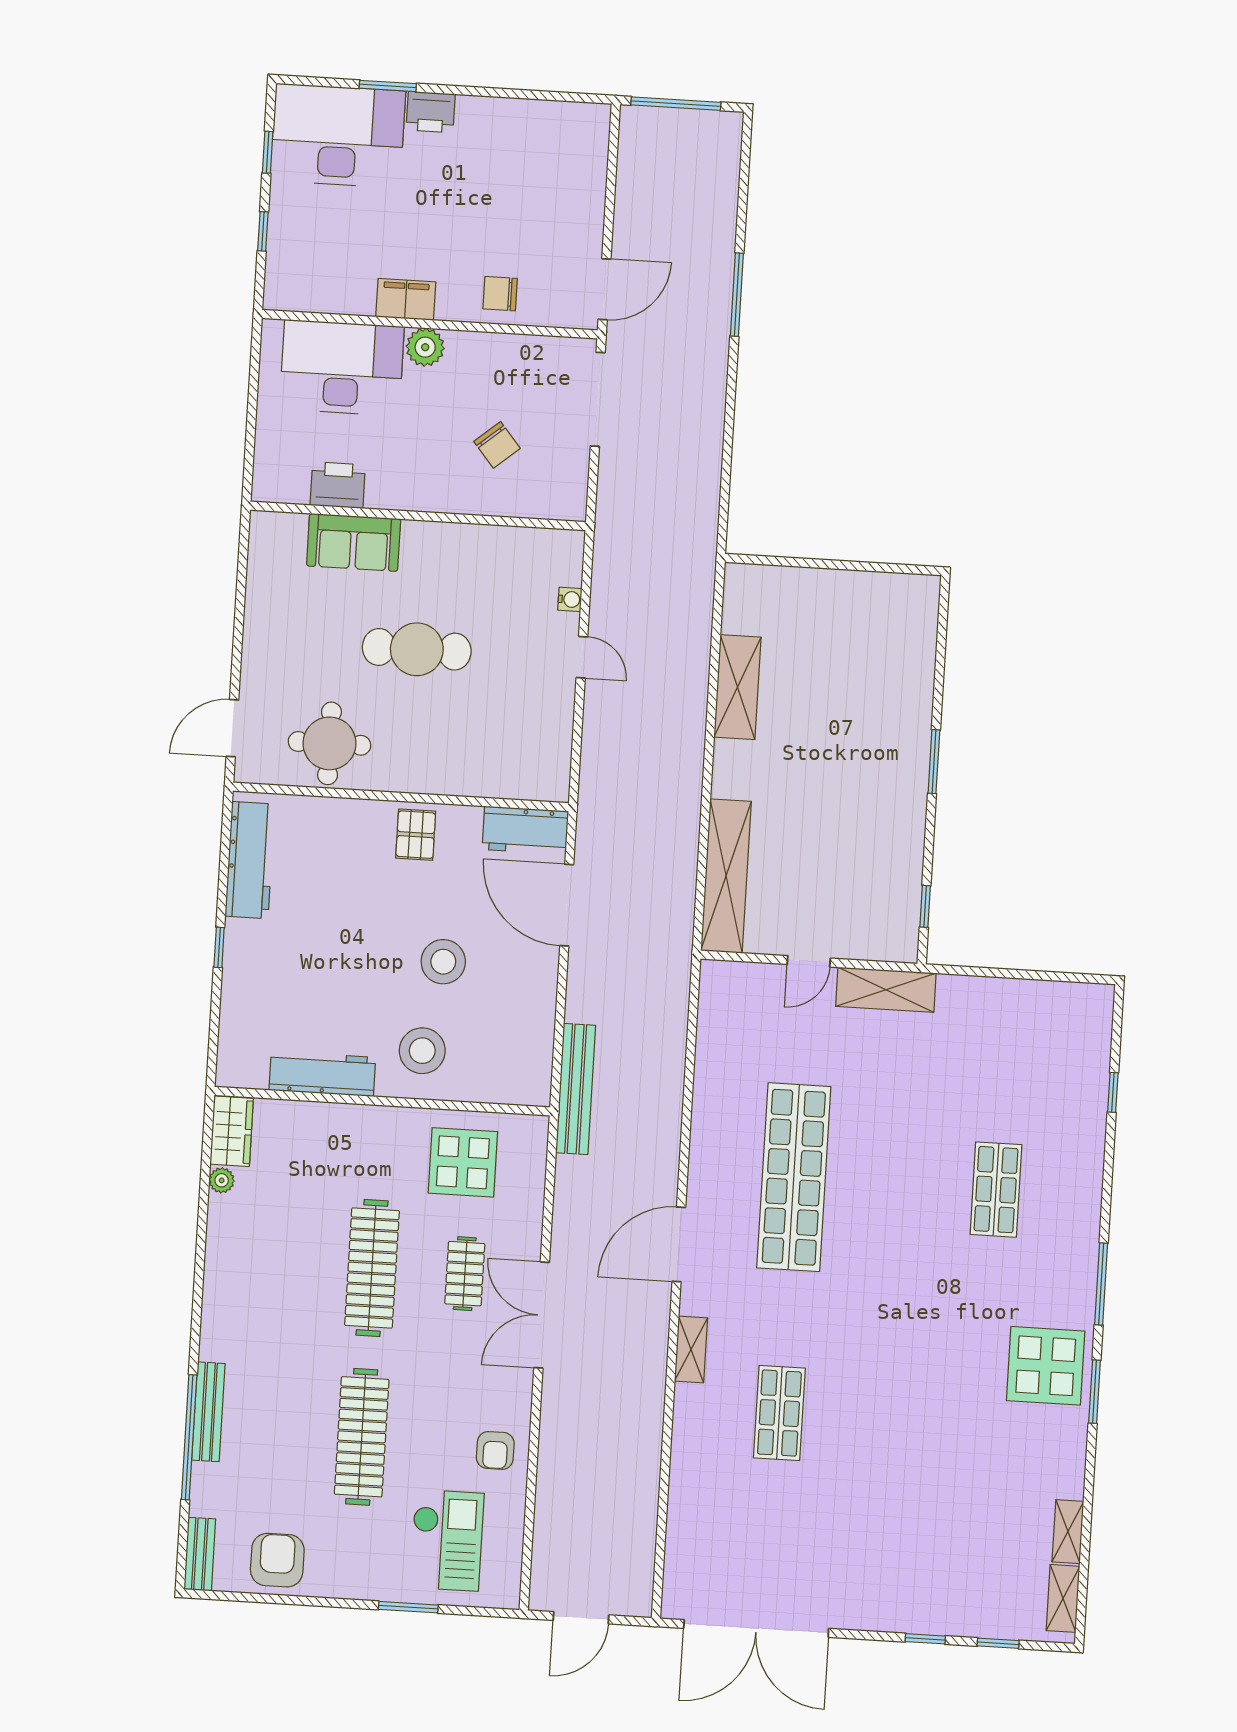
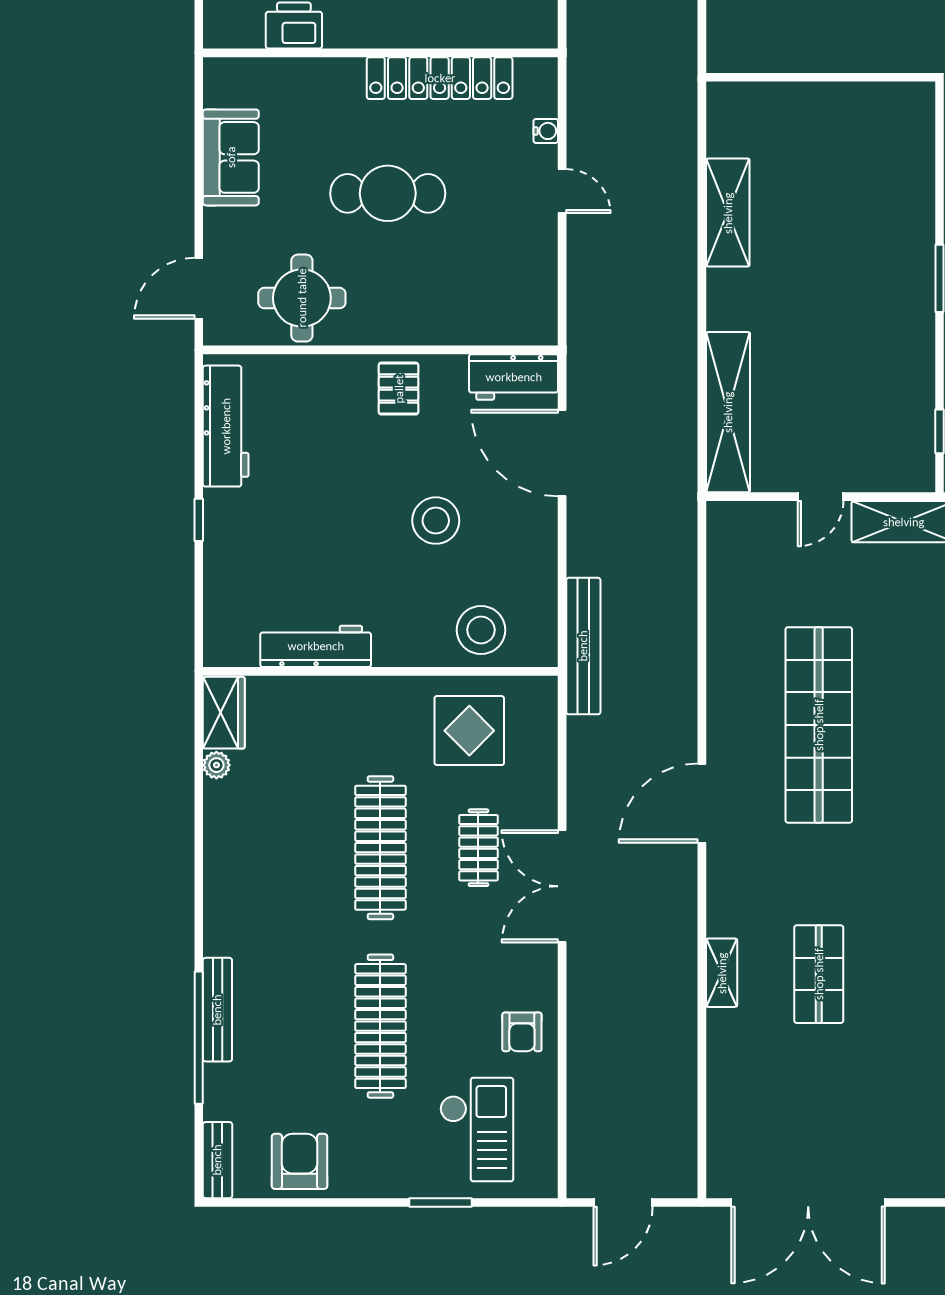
sofa: (354, 542) -> (231, 157), moved, turned -90
locker: (472, 543) -> (440, 78), added
stool: (422, 1051) -> (481, 630), moved
shelving: (691, 1349) -> (722, 973), moved

